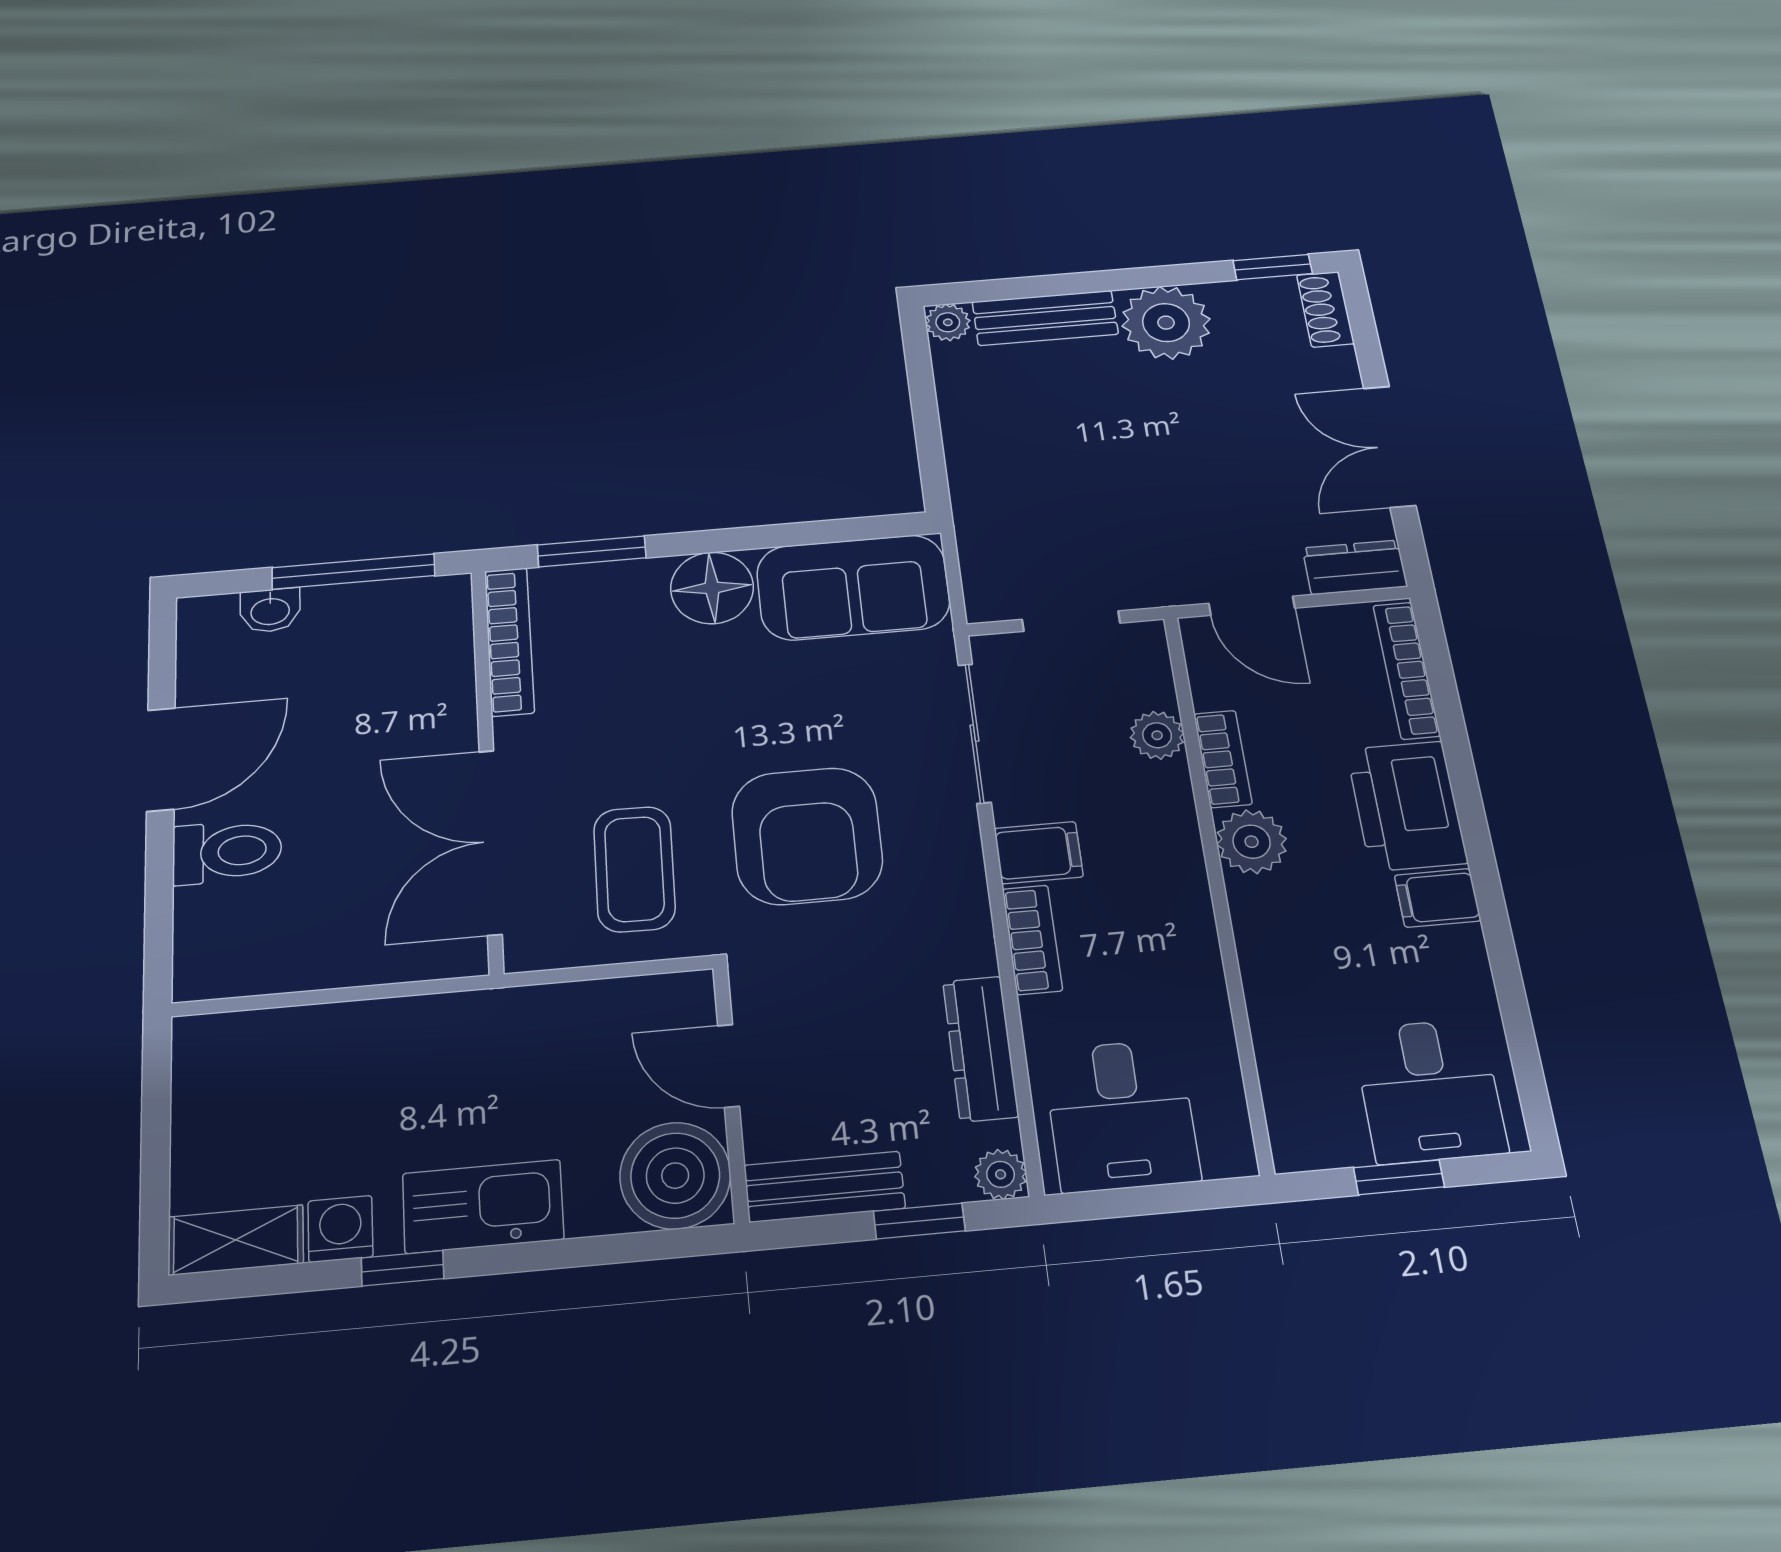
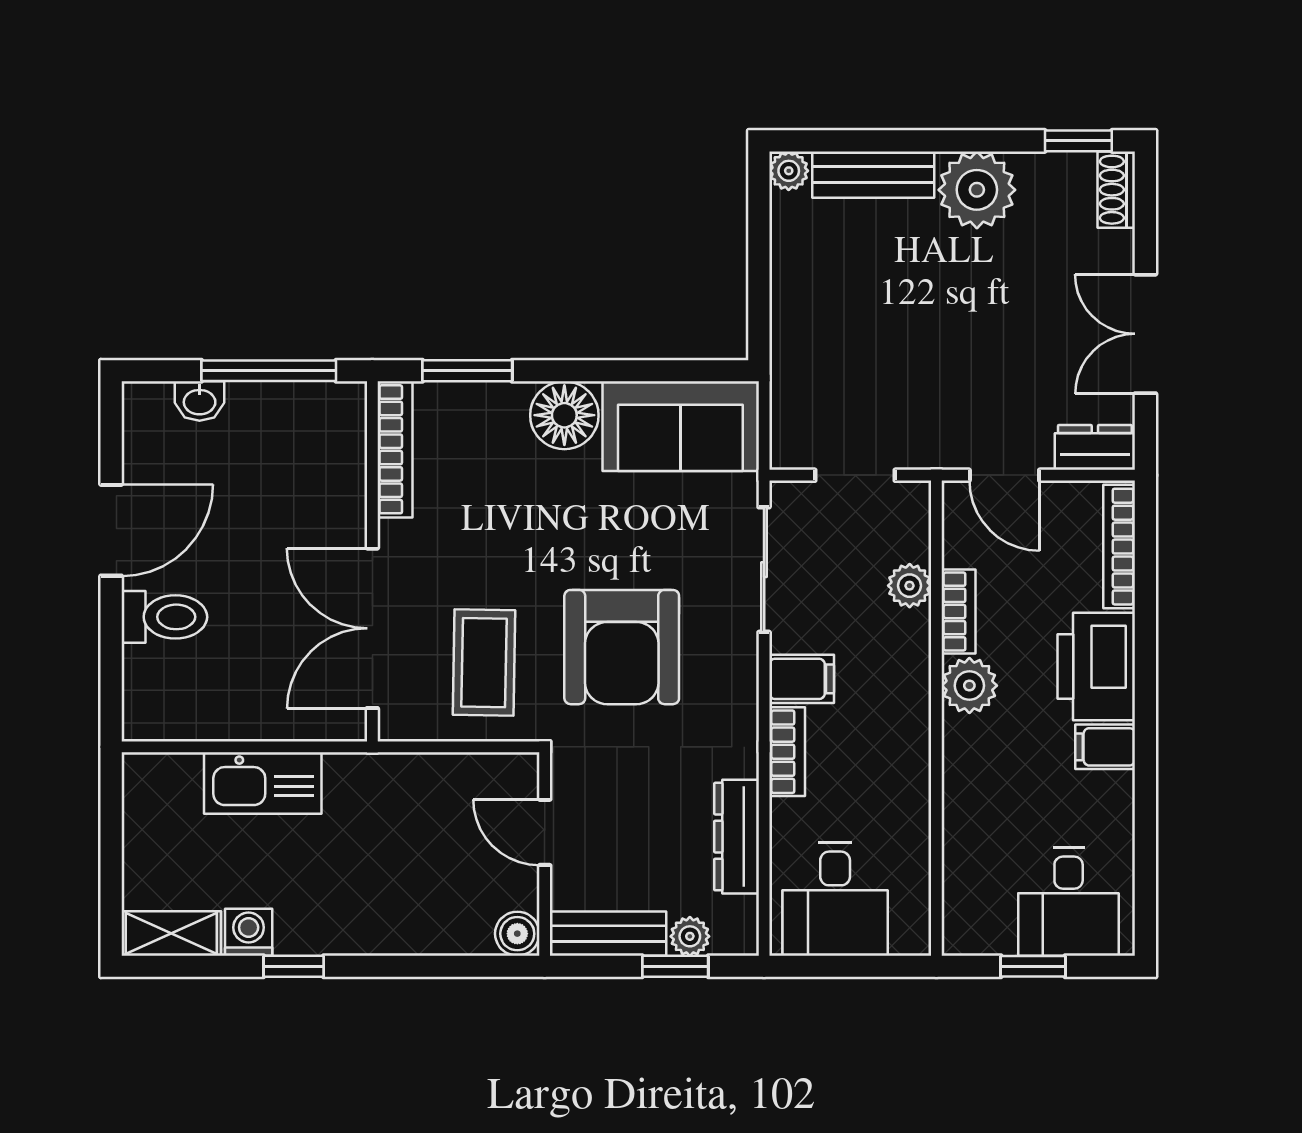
plant: (1001, 1174) -> (690, 936), moved
boiler: (675, 1176) -> (517, 934), width x0.54, depth x0.54
kitchen sink: (483, 1206) -> (263, 783), moved, turned 180

